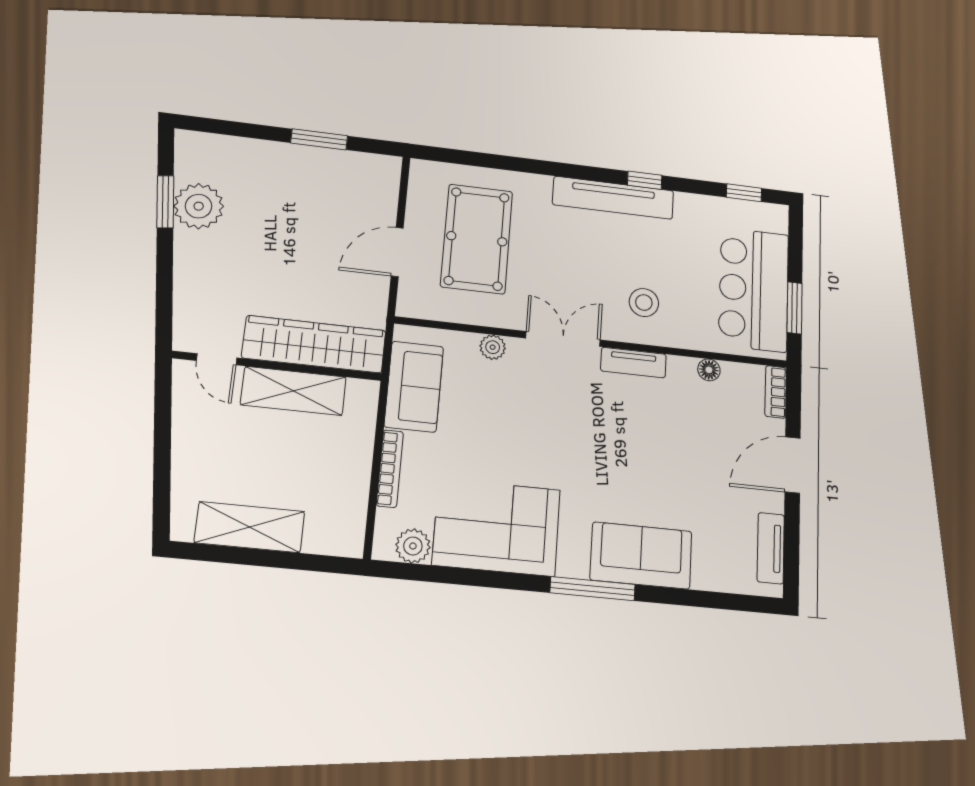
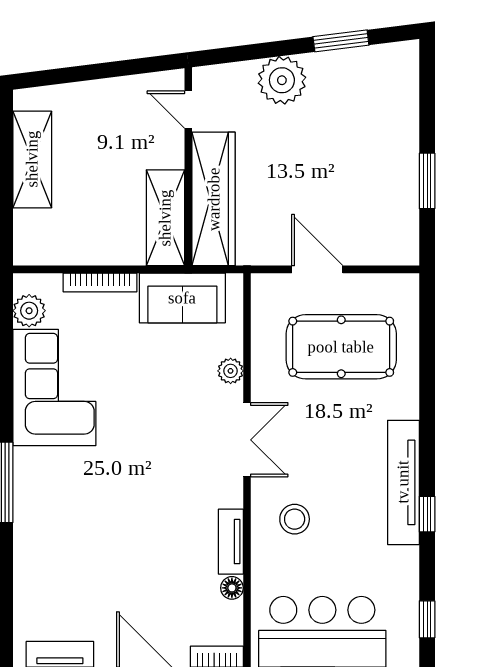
plant: (199, 206) -> (282, 80), moved
door: (217, 359) -> (188, 110), hinge flipped
tv unit: (633, 363) -> (231, 542), moved
shelving: (293, 391) -> (165, 218), moved
sofa: (641, 556) -> (41, 527), removed

